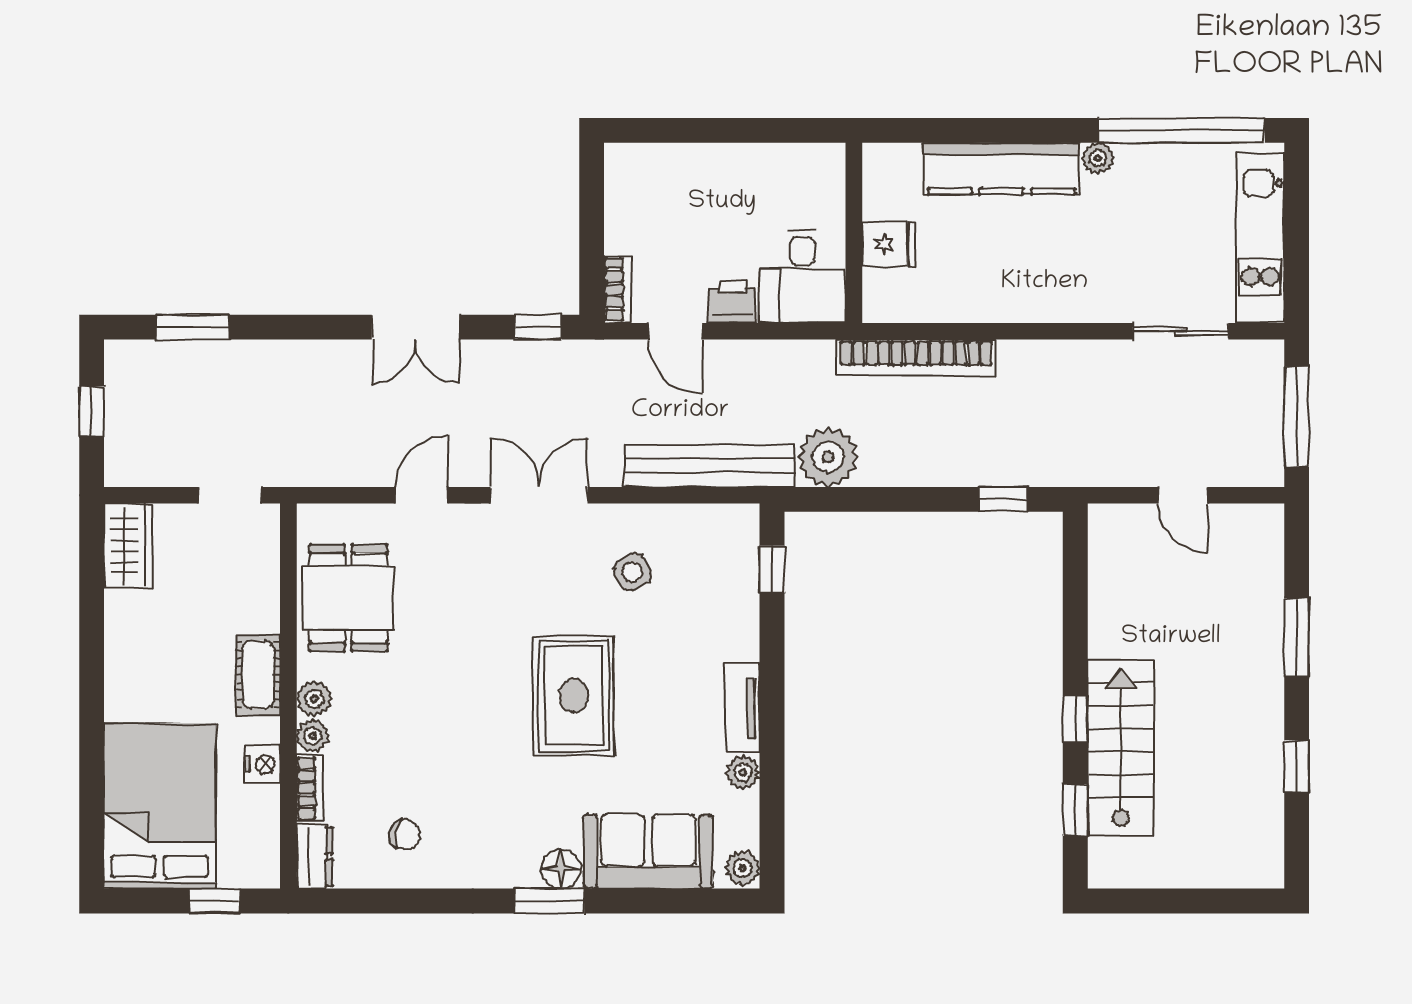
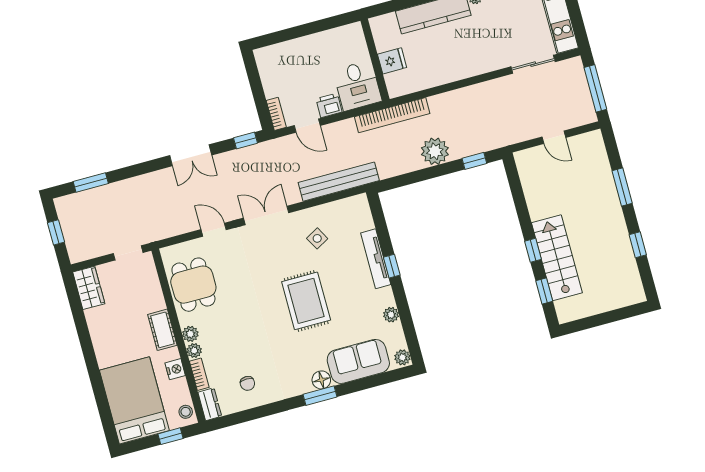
bookcase: (916, 358) -> (392, 115), moved
plant: (828, 457) -> (435, 151), moved
door: (422, 495) -> (214, 230), hinge flipped
window: (772, 569) -> (392, 266), moved
tv unit: (743, 708) -> (376, 259), moved, width x1.41
chair: (405, 834) -> (247, 383), turned 83
stool: (260, 859) -> (186, 412), added

